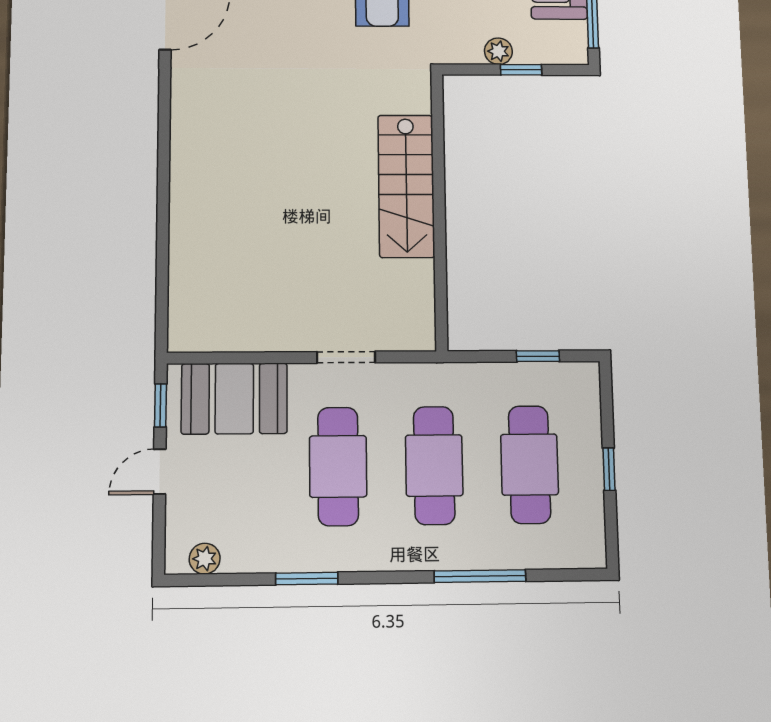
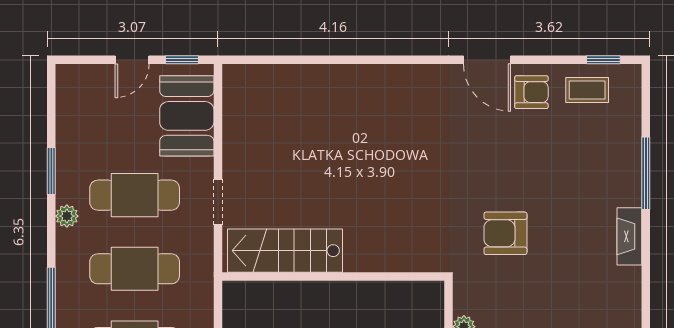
stairs: (406, 186) -> (285, 251), moved
door: (160, 472) -> (132, 60), swing flipped
plant: (205, 559) -> (67, 216), moved

